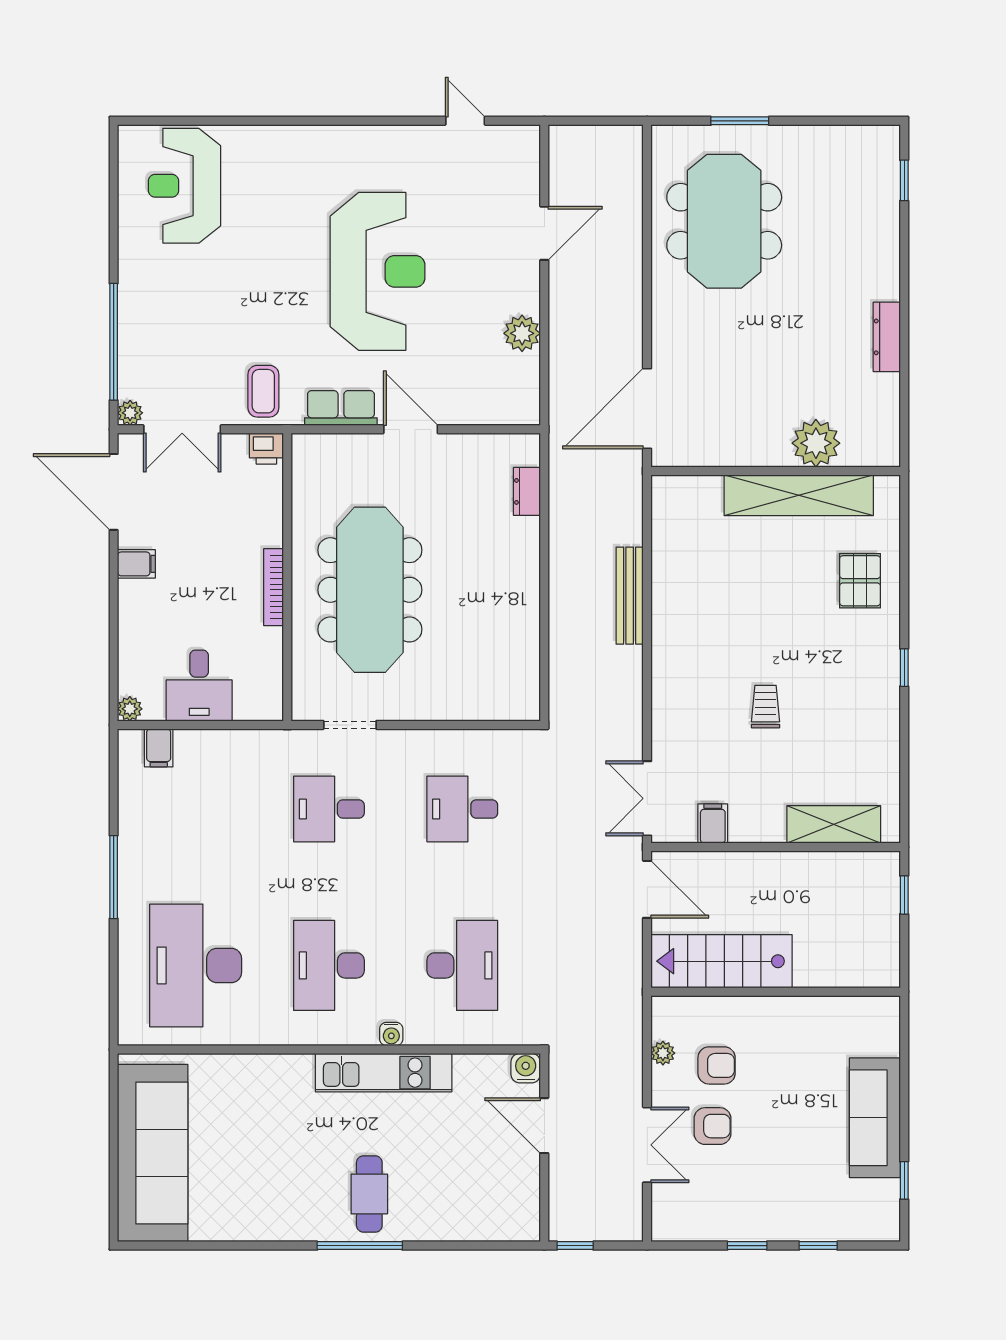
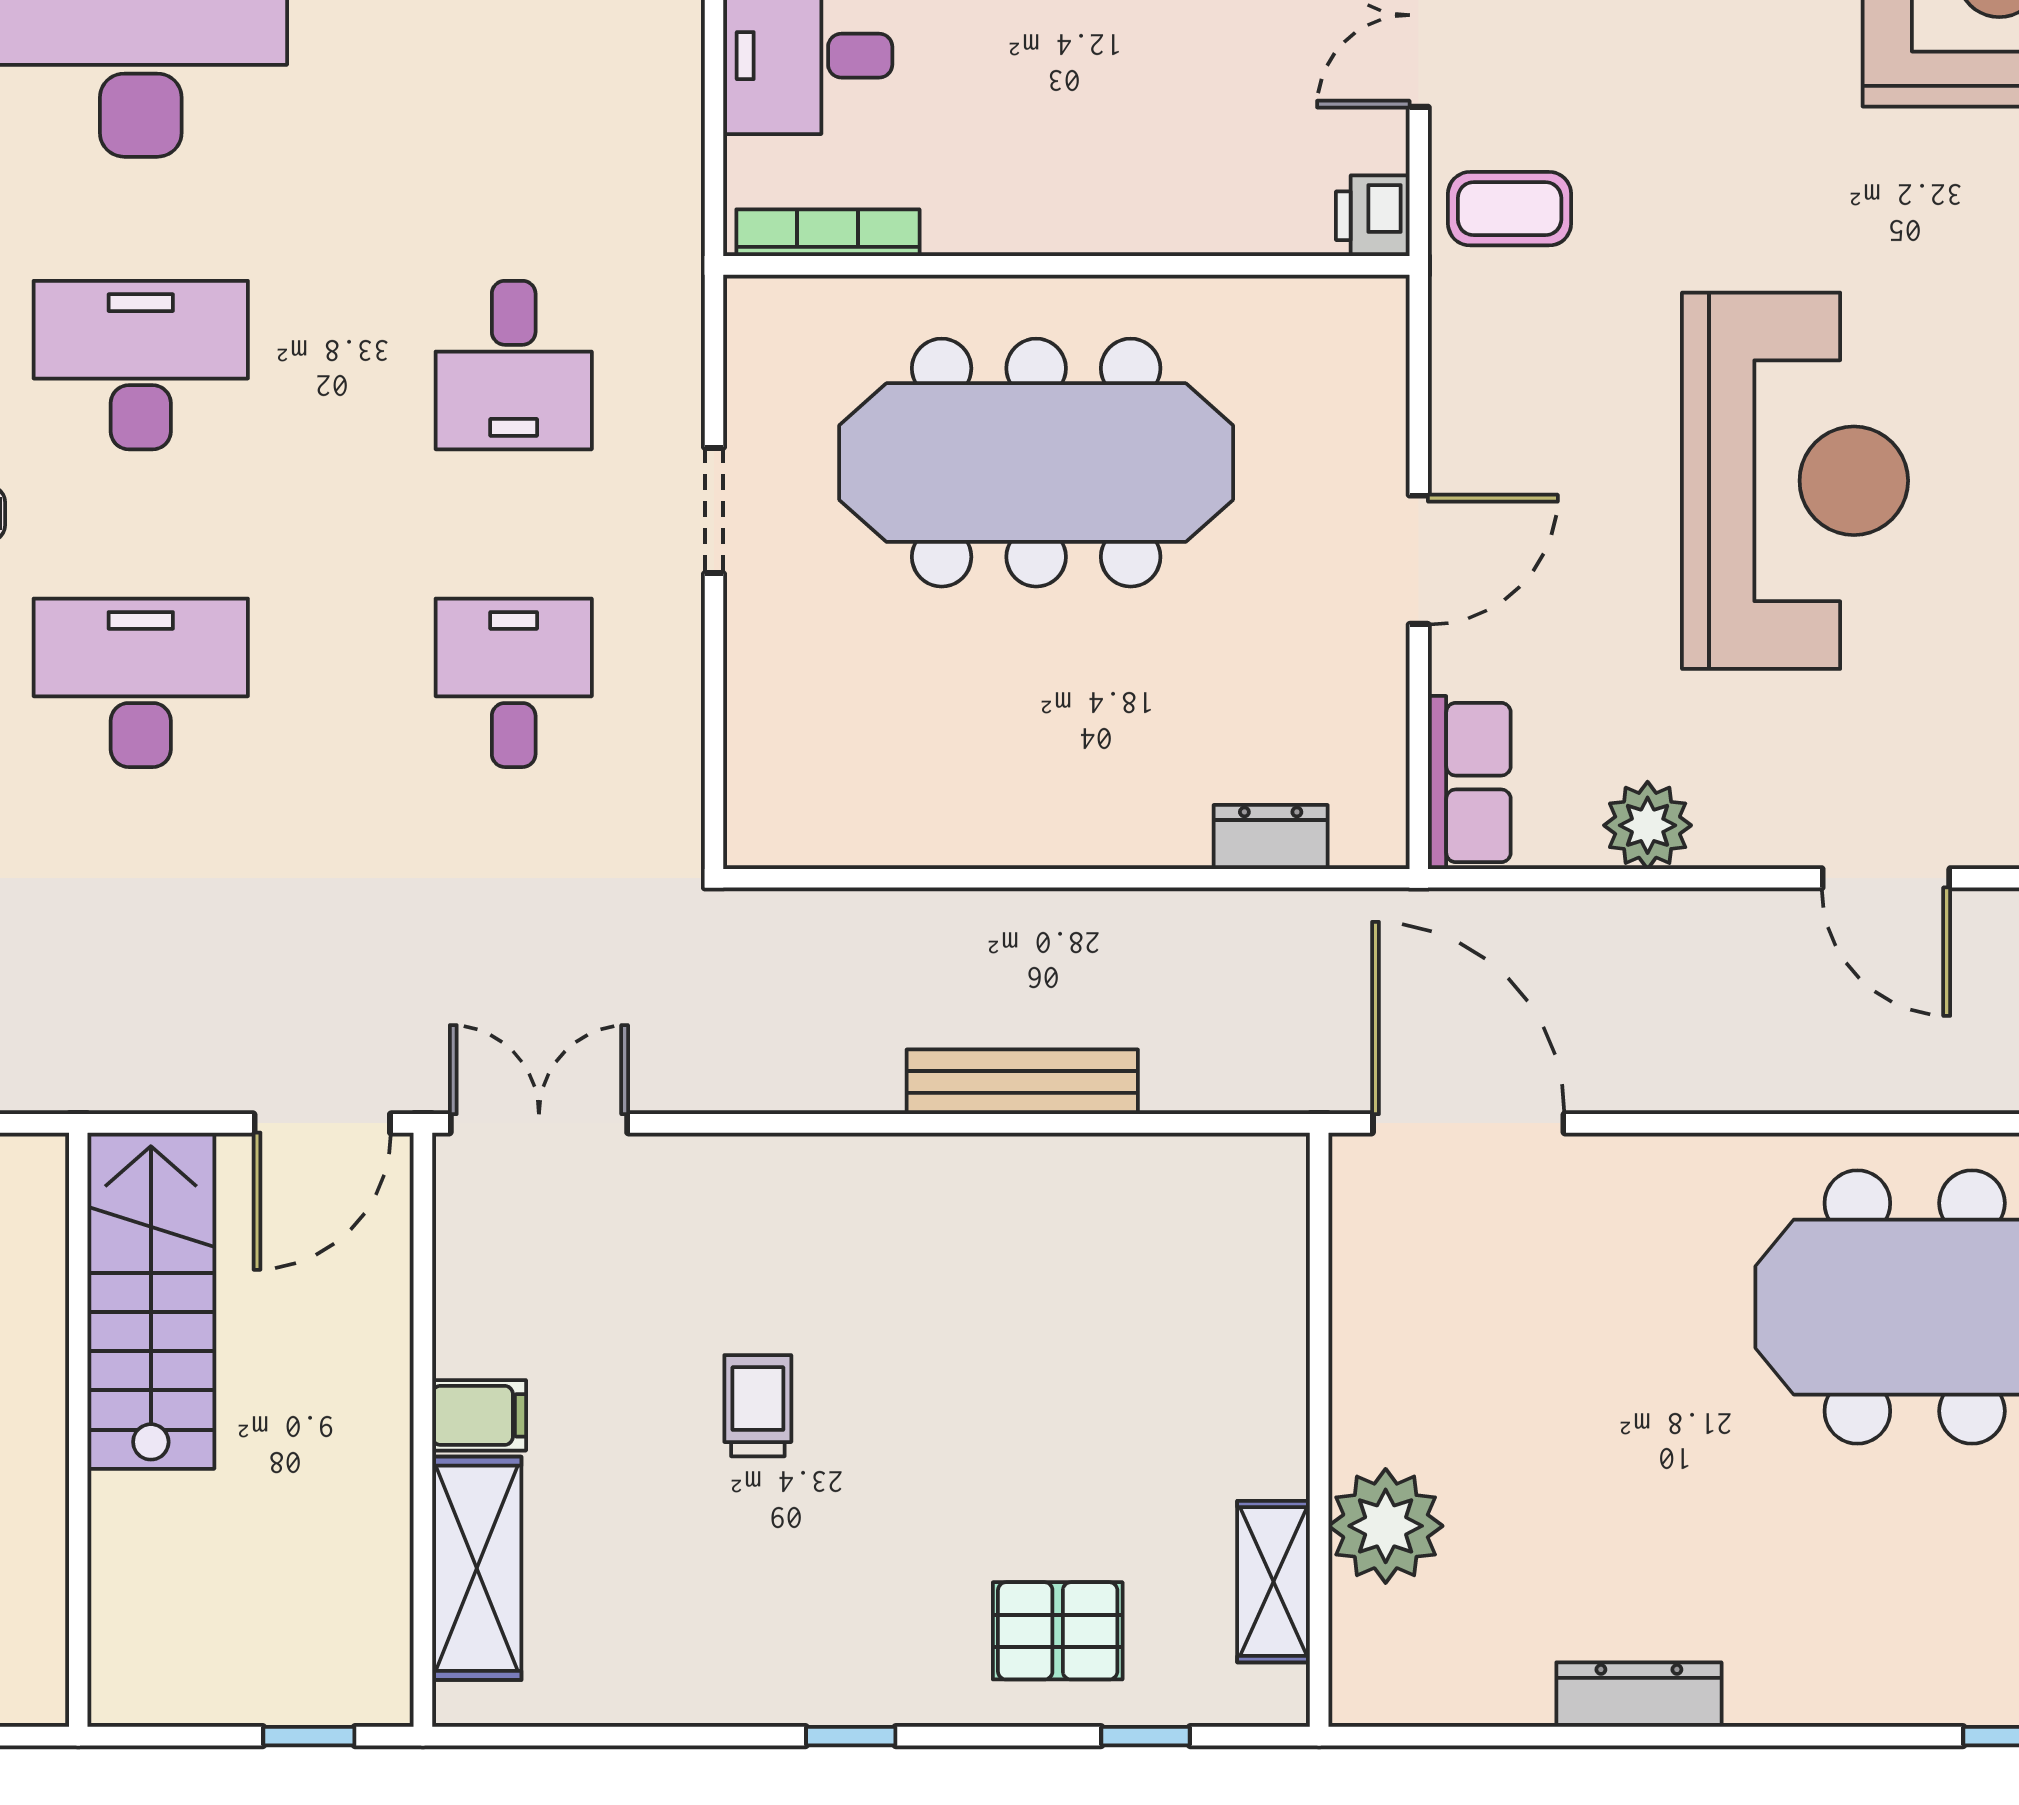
reception desk: (377, 271) -> (1795, 481), turned -90
row of seats: (341, 408) -> (1469, 782), moved
shelving: (799, 495) -> (1274, 1582), width x0.45, depth x0.75
window: (904, 544) -> (1146, 1736), added
bookcase: (273, 587) -> (828, 233), moved
trolley: (766, 707) -> (758, 1406), turned -90
doorway: (350, 725) -> (714, 511), moved
desk: (329, 809) -> (514, 365), turned 180
filing cabinet: (713, 823) -> (479, 1415), moved
desk: (462, 965) -> (141, 683), turned 180

